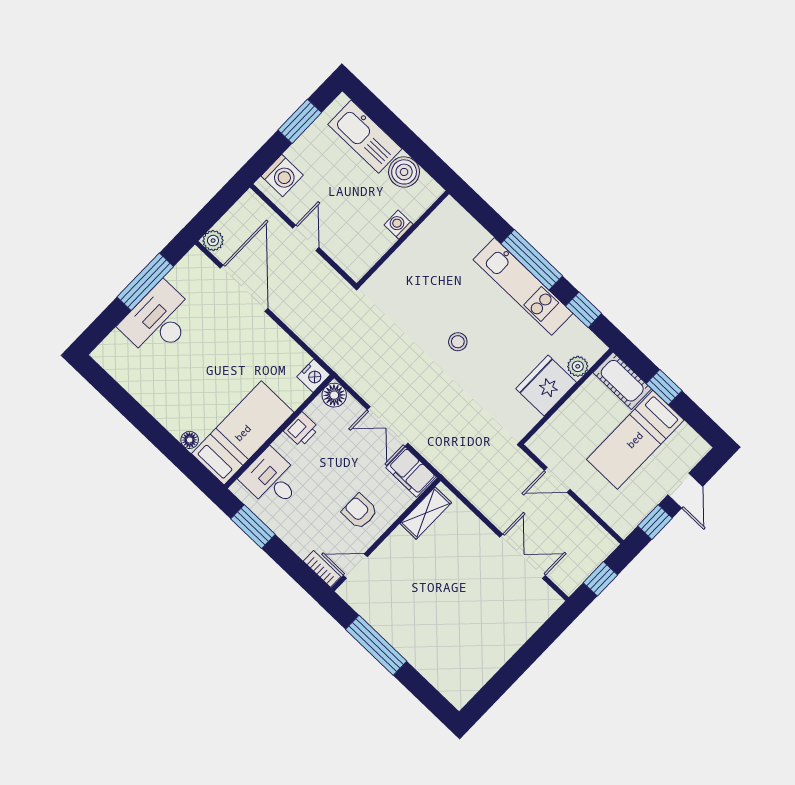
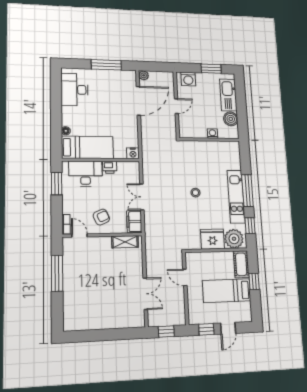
desk: (159, 321) -> (75, 90), moved, turned -90
plant: (578, 366) -> (234, 239), width x1.87, depth x1.87
floor lamp: (334, 395) -> (134, 167), removed
desk: (272, 479) -> (85, 174), width x1.37
armchair: (360, 511) -> (101, 217), turned 66

